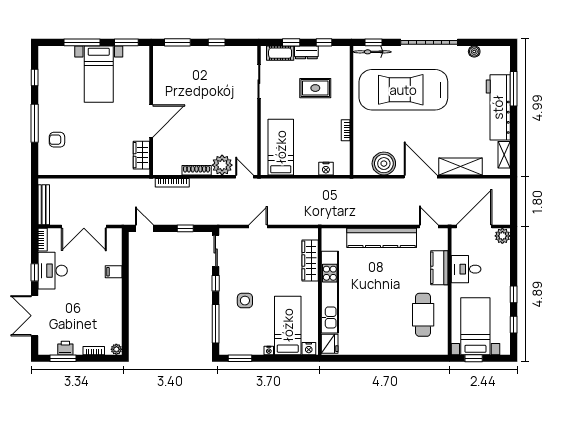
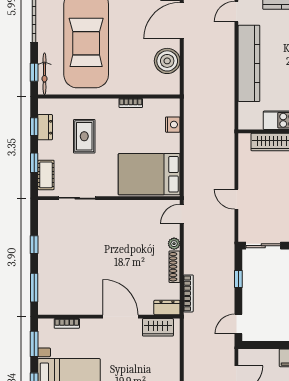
dresser: (306, 52) -> (45, 127), moved
bookcase: (145, 72) -> (67, 323), added
bed: (281, 147) -> (149, 174), width x1.50
dresser: (159, 163) -> (167, 307), added
plant: (222, 165) -> (174, 244), width x0.53, depth x0.53

